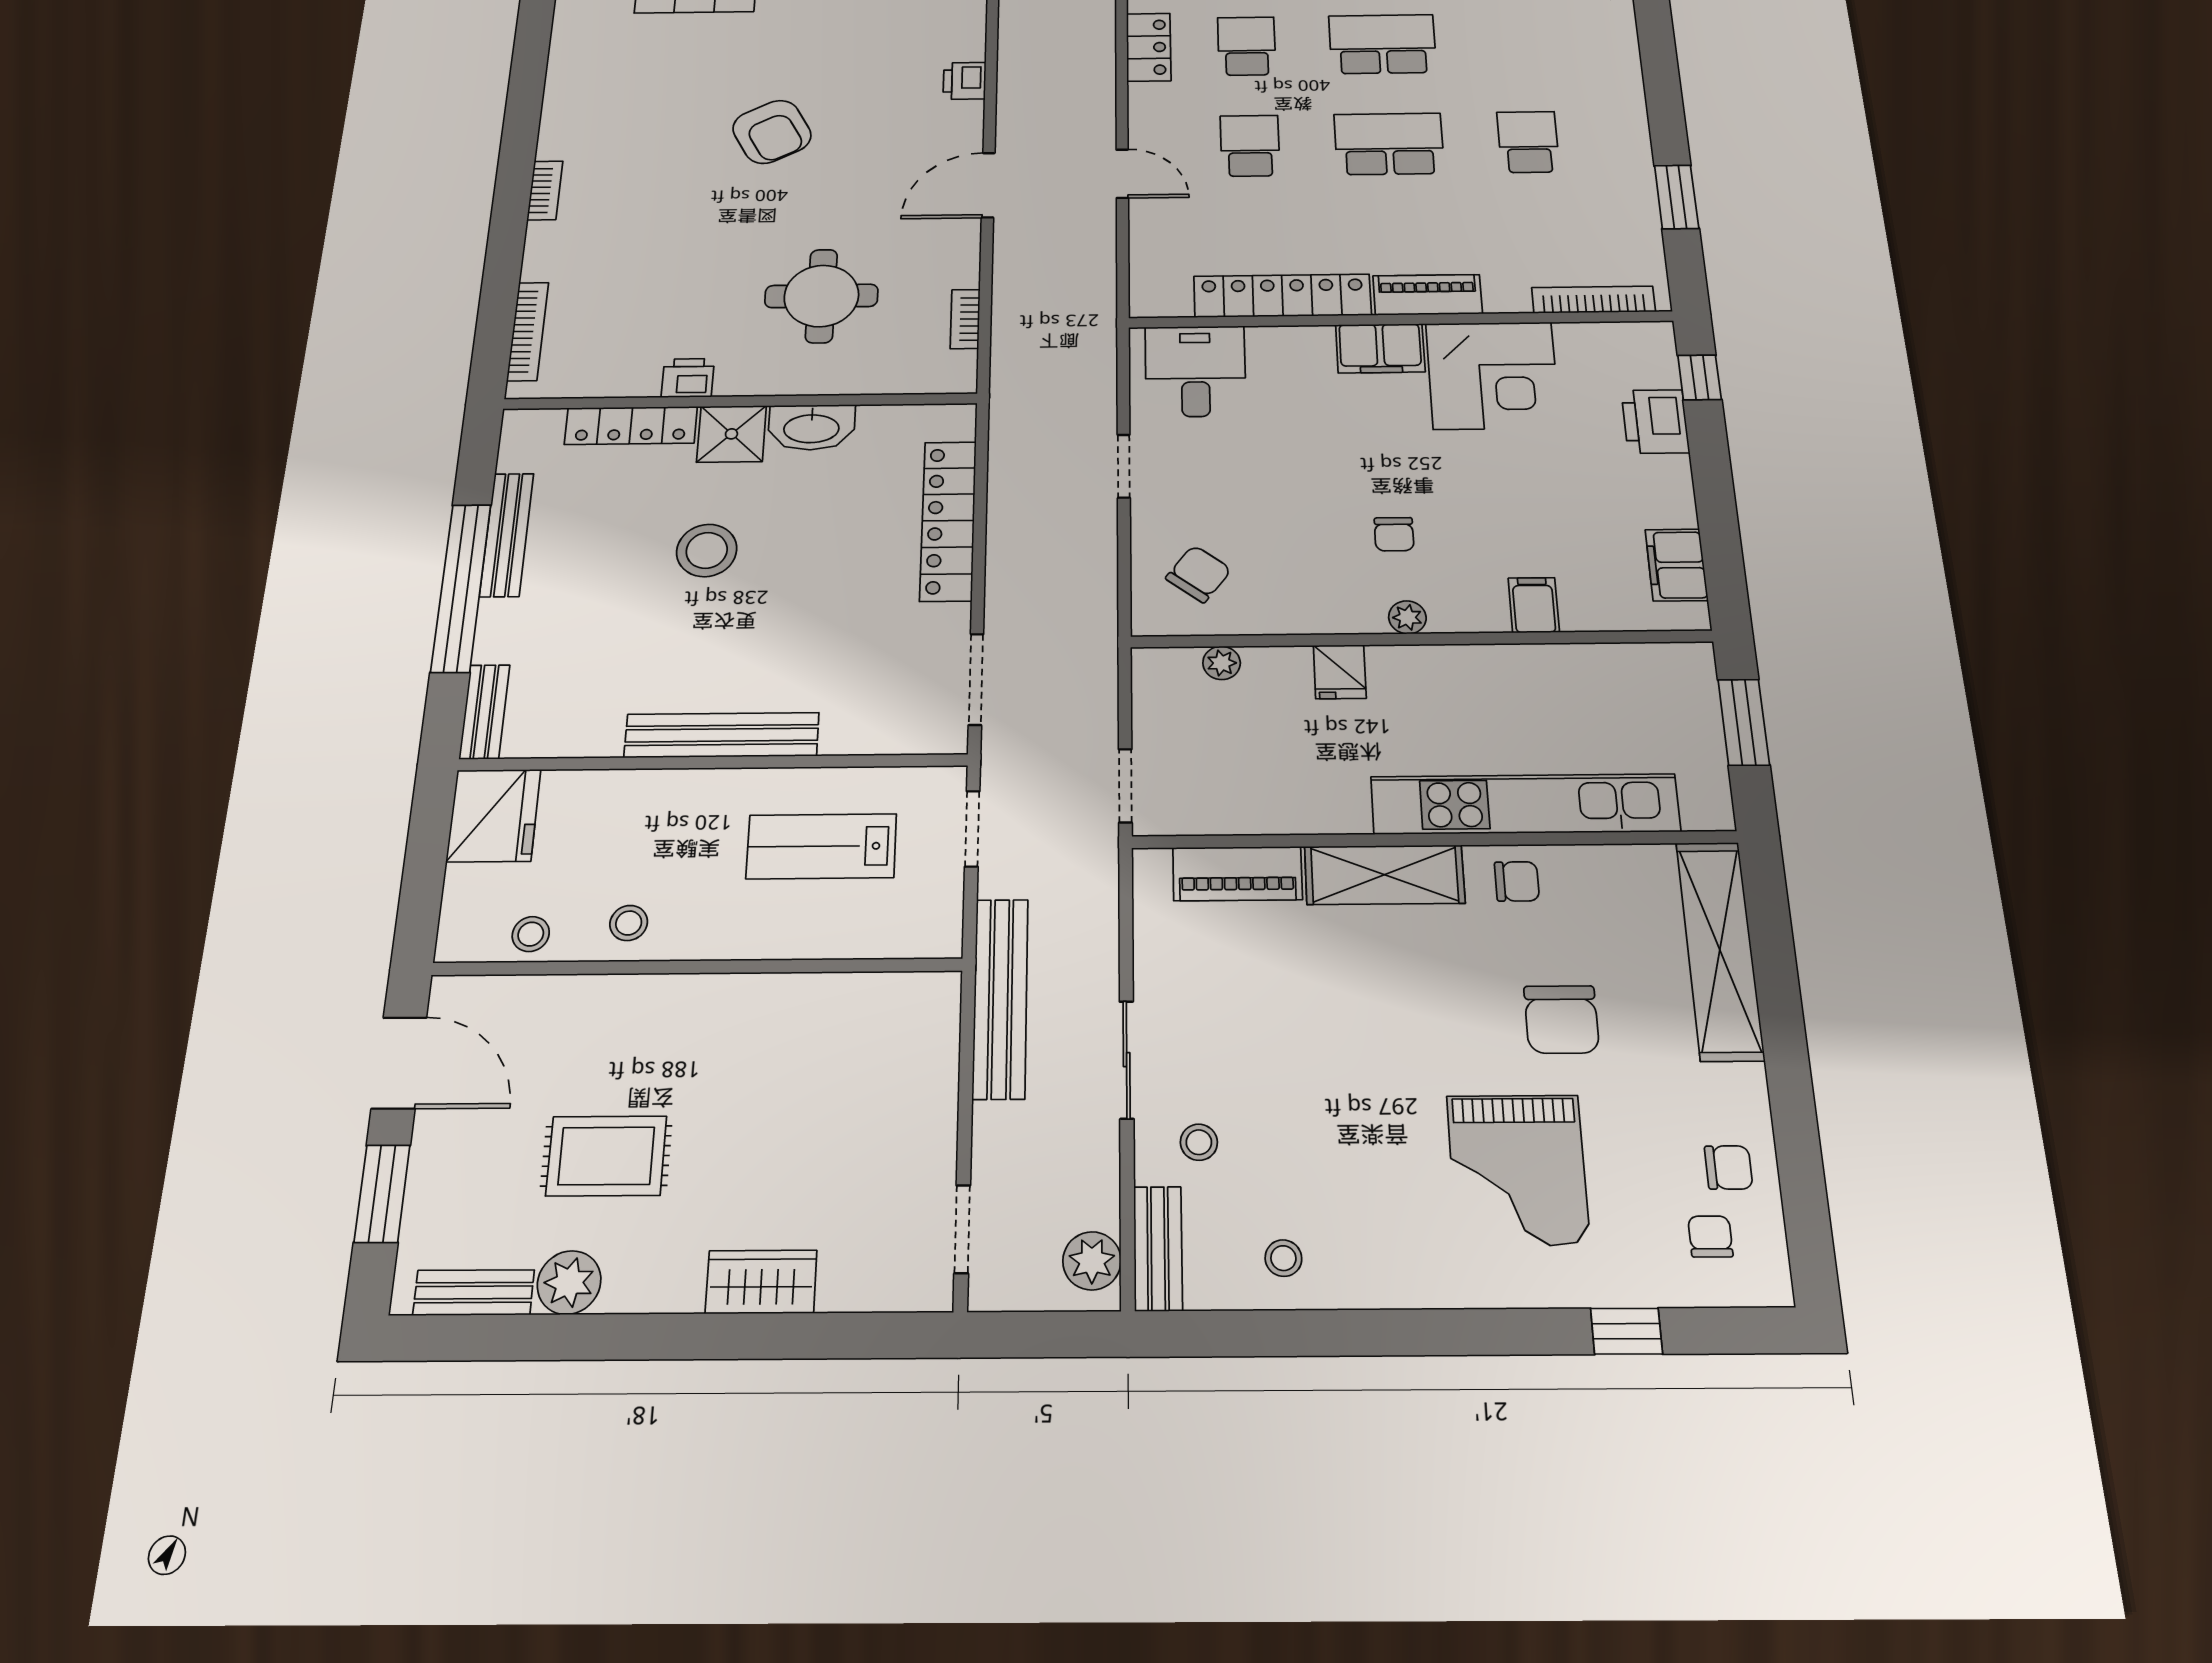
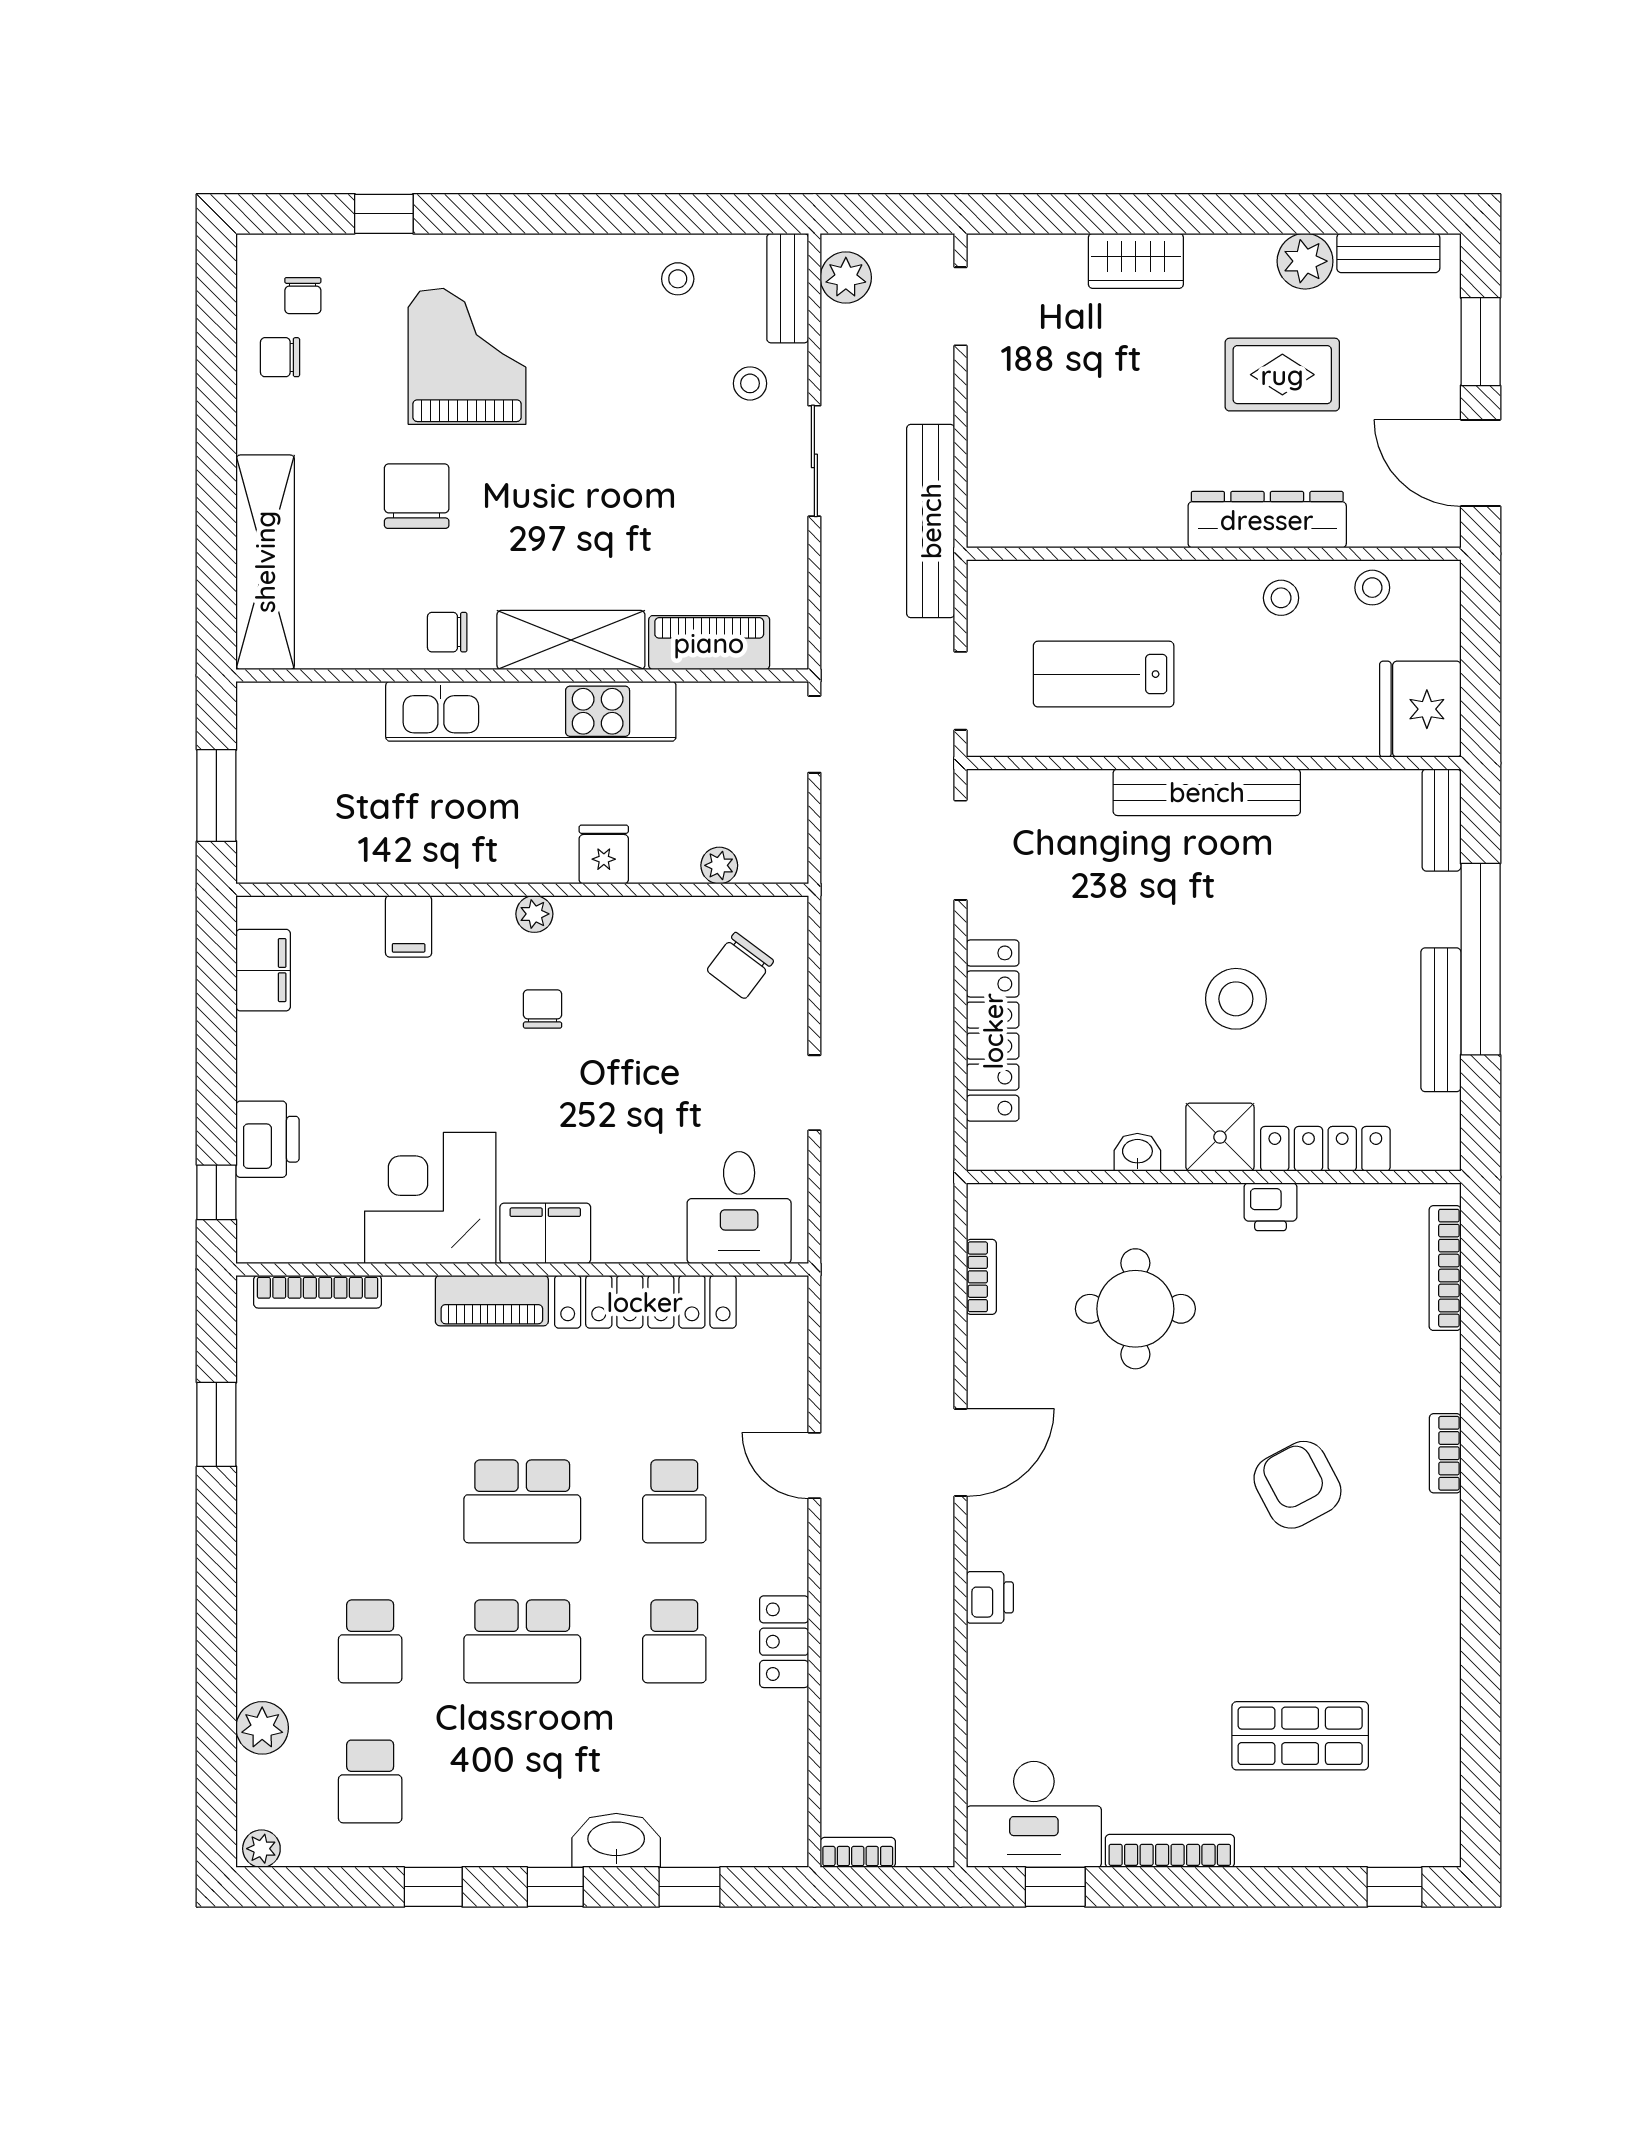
armchair: (772, 132) -> (1297, 1485), moved
school desk: (1528, 142) -> (370, 1641), moved
washbasin: (811, 427) -> (1137, 1152), width x0.52, depth x0.69
kitchen unit: (1525, 804) -> (531, 711), moved
lab bench: (821, 846) -> (1104, 674), turned 180
dresser: (636, 1002) -> (1267, 520), added

